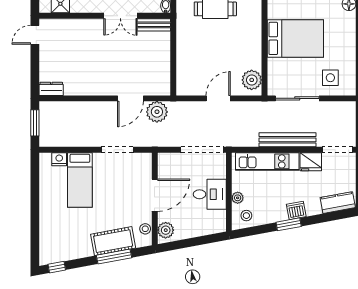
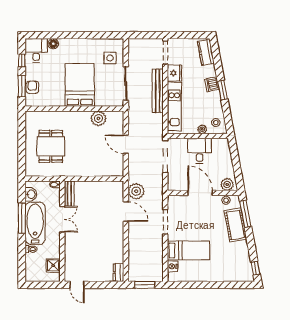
plant: (252, 80) -> (98, 118), moved
window: (114, 257) -> (245, 214), moved

